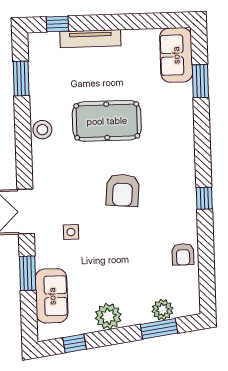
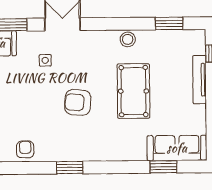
sofa: (176, 55) -> (177, 148), width x1.36
window: (204, 198) -> (70, 168), width x1.50
armchair: (183, 254) -> (25, 149), turned 90

